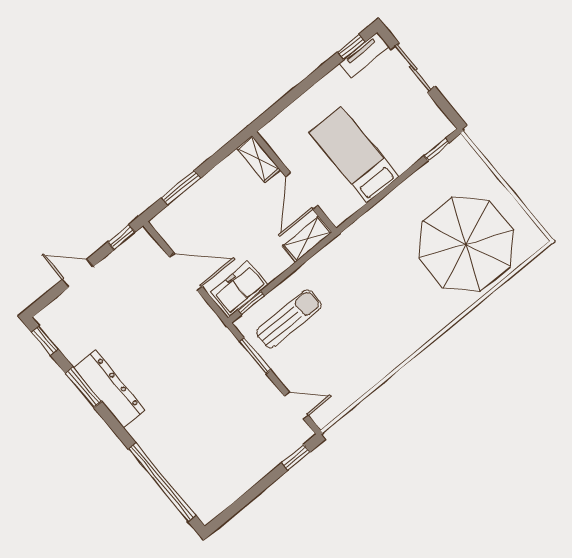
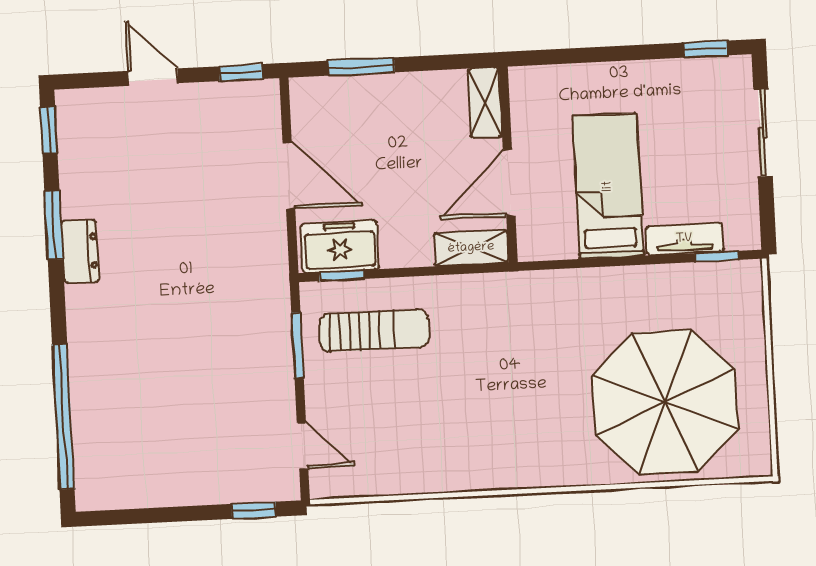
tv unit: (364, 55) -> (684, 239), moved, turned 180
dresser: (109, 389) -> (80, 251), width x0.51, depth x0.80

